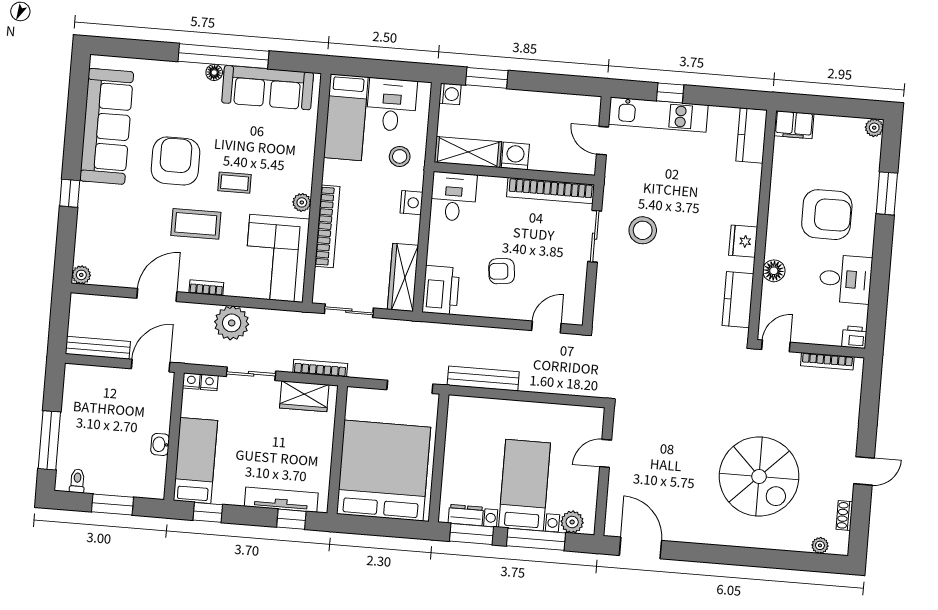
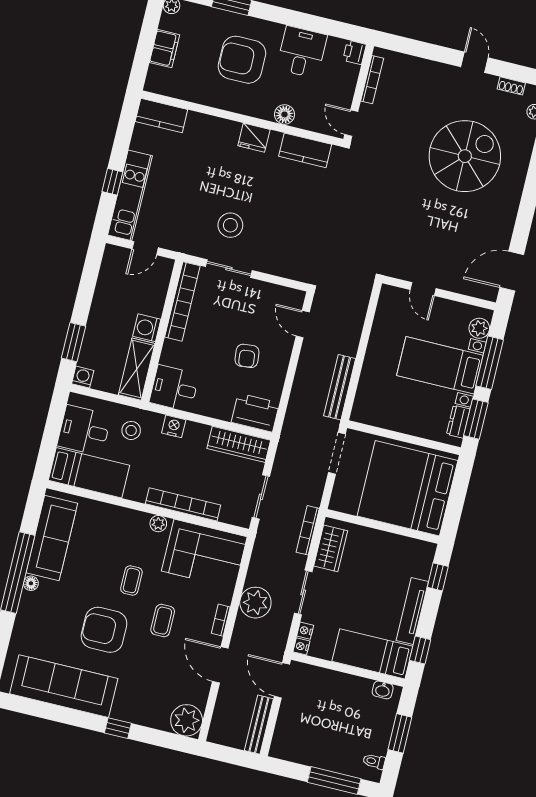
filing cabinet: (794, 125) -> (164, 49), moved
armchair: (827, 215) -> (242, 60), turned -90
coffee table: (196, 224) -> (163, 621), width x0.73, depth x0.77
plant: (81, 275) -> (187, 720), width x1.88, depth x1.88
washbasin: (160, 444) -> (383, 690), moved
tv unit: (281, 500) -> (412, 611), moved

